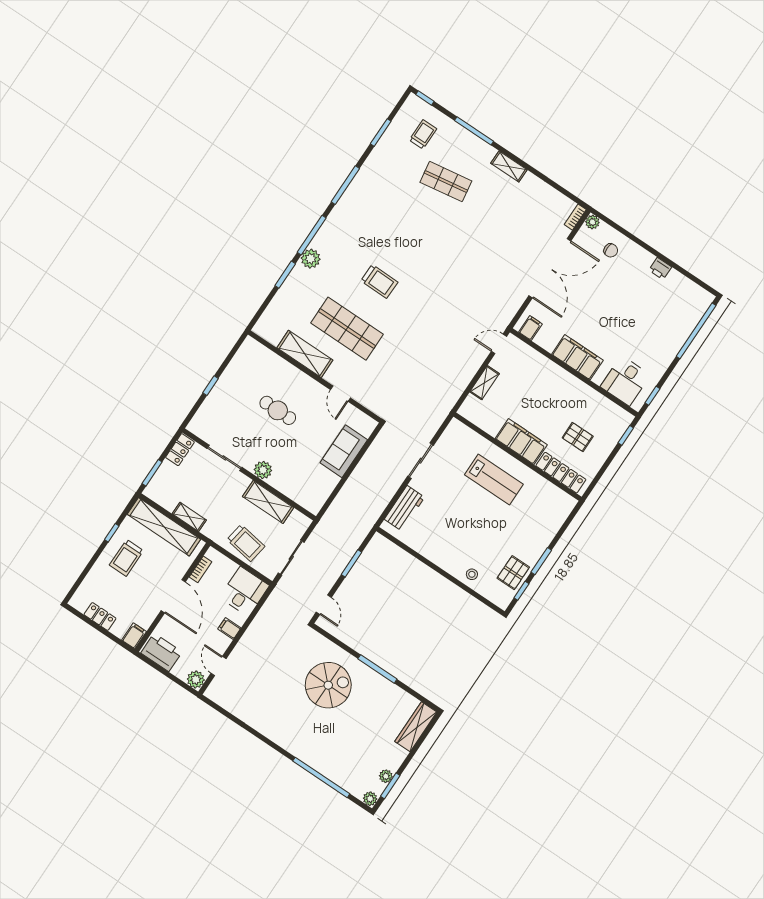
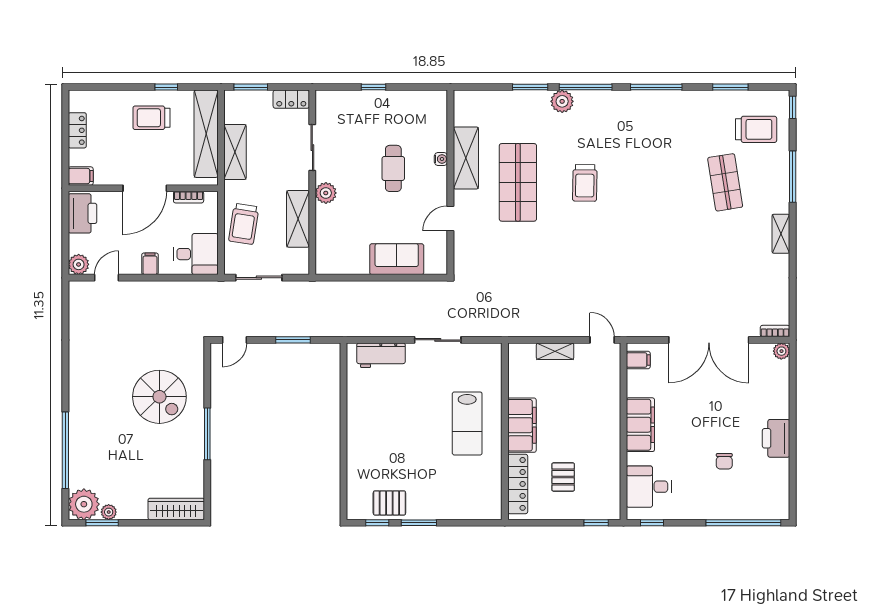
trolley: (423, 134) -> (756, 129), width x1.36, depth x1.39
chair: (611, 250) -> (724, 461), moved
printer: (660, 269) -> (776, 438), width x1.87, depth x1.48
water cooler: (294, 372) -> (441, 159), added
shelving: (189, 517) -> (235, 152), width x1.50, depth x1.33
stool: (472, 574) -> (361, 464), removed
plant: (370, 799) -> (84, 504), width x1.88, depth x1.88

